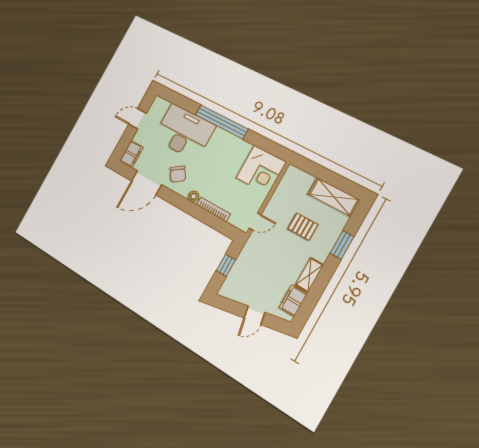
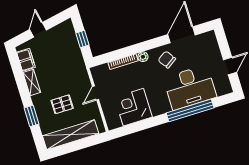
window: (222, 122) -> (190, 110), moved
filing cabinet: (131, 154) -> (210, 41), removed
corner desk: (261, 170) -> (133, 107), moved
shelving: (334, 197) -> (71, 135), width x1.47
door: (255, 221) -> (96, 93), moved

